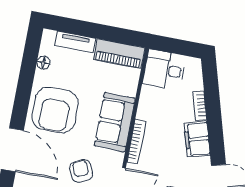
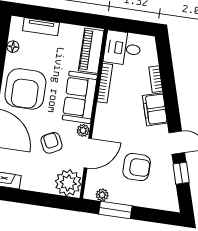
piano: (119, 54) -> (91, 51), moved, turned 90
bookcase: (137, 141) -> (105, 83), moved
plant: (117, 159) -> (83, 130), added

